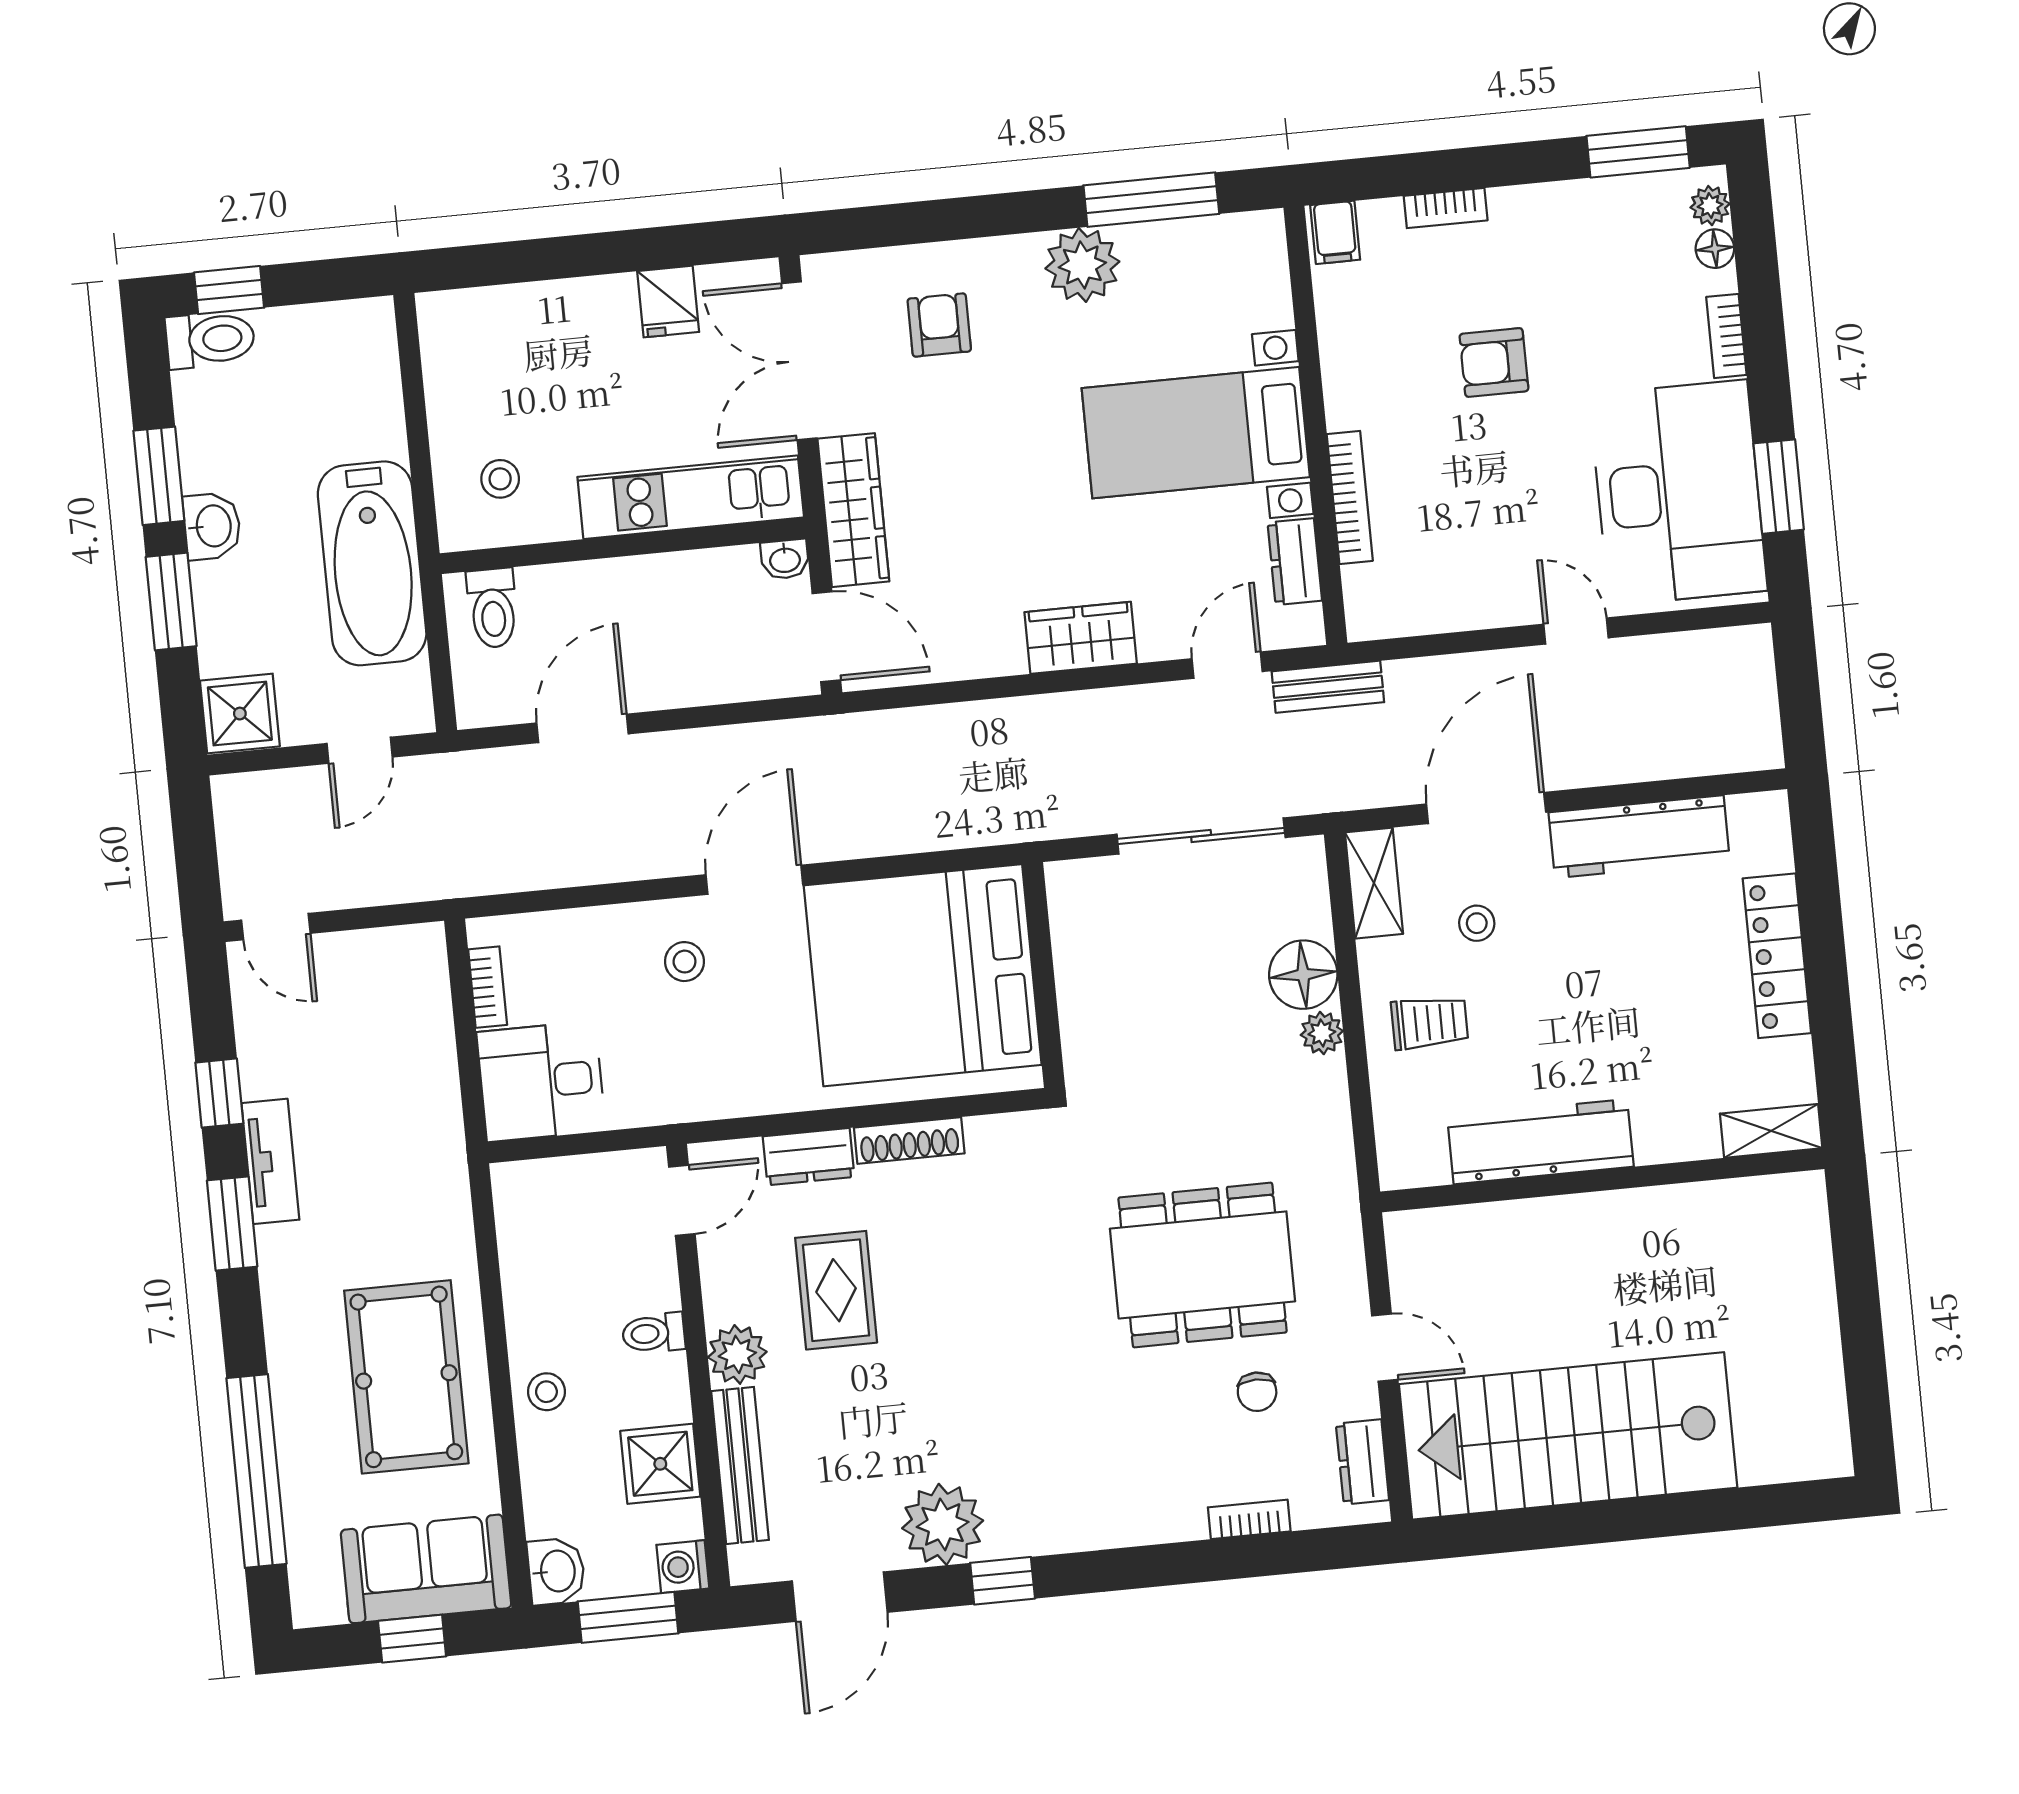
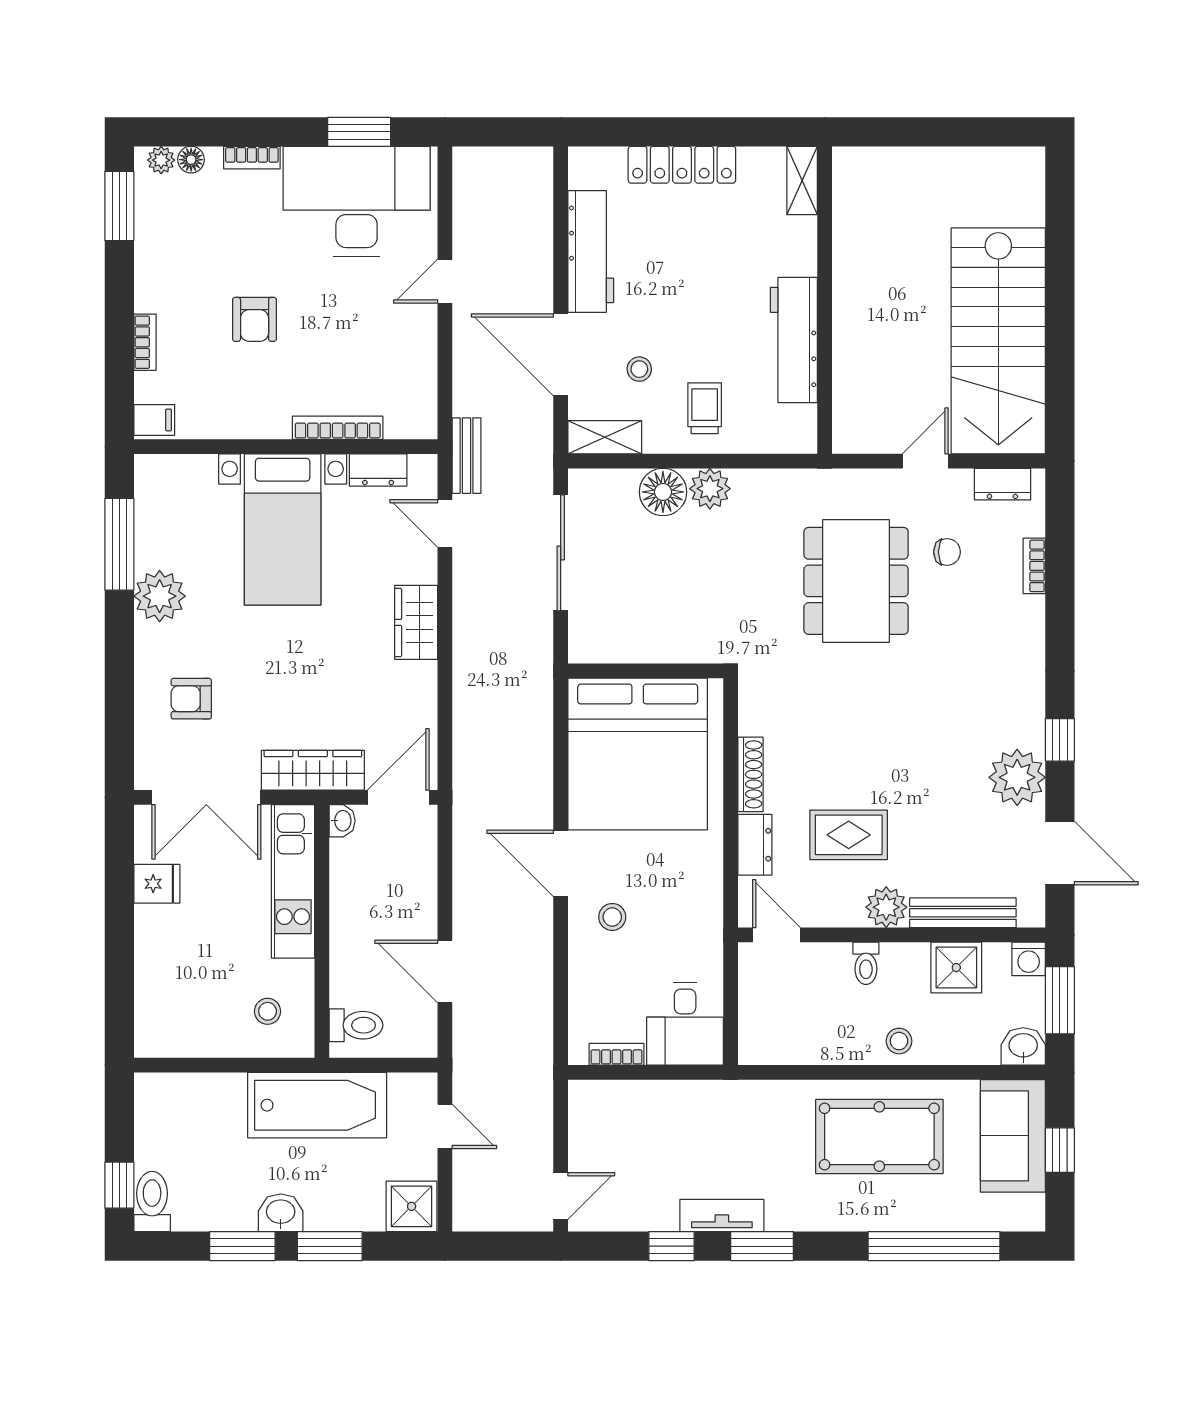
plant: (1322, 1033) -> (710, 489), width x1.38, depth x1.38

